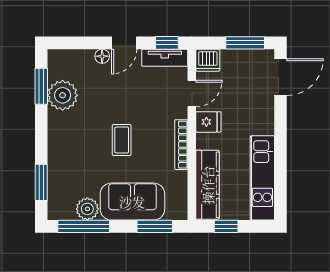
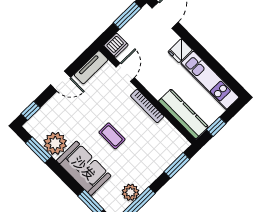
door: (124, 43) -> (61, 81), hinge flipped
window: (167, 43) -> (31, 111), moved
floor lamp: (102, 56) -> (56, 100), removed
fridge: (208, 122) -> (180, 51), moved, turned 180
sofa: (132, 202) -> (84, 168), moved, turned 90

